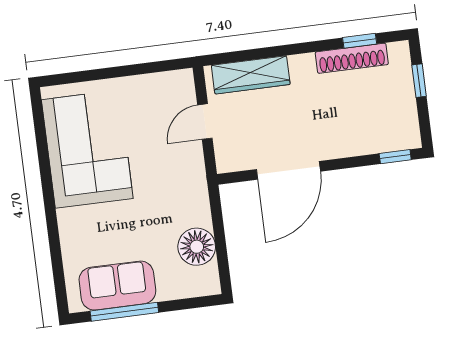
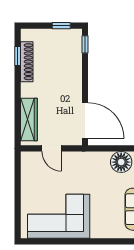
window: (419, 81) -> (61, 26), moved
door: (288, 170) -> (85, 120), moved

